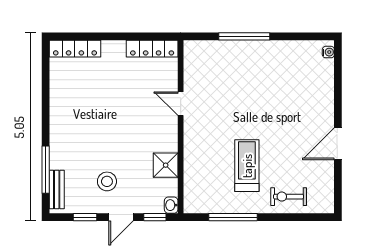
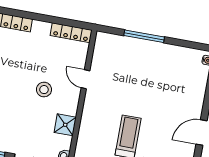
stool: (107, 181) -> (44, 90), moved

